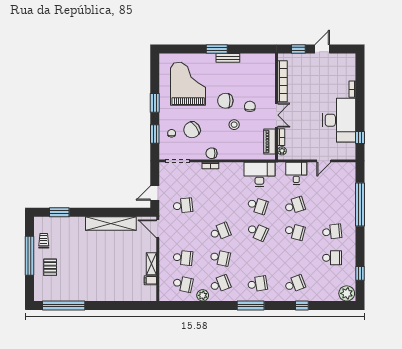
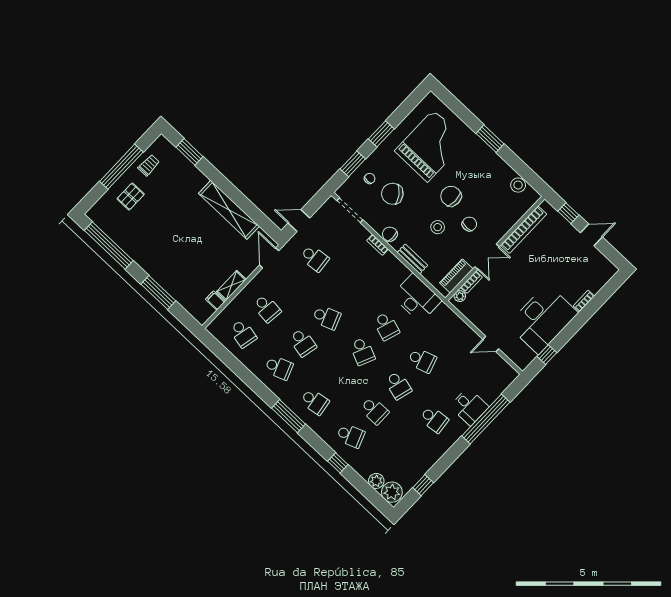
bench: (228, 58) -> (412, 259), moved
stool: (256, 60) -> (518, 185), added
desk: (296, 173) -> (469, 407), moved, turned 90
school desk: (332, 258) -> (374, 411), moved
plant: (203, 295) -> (376, 481), moved
window: (115, 305) -> (158, 293), added

